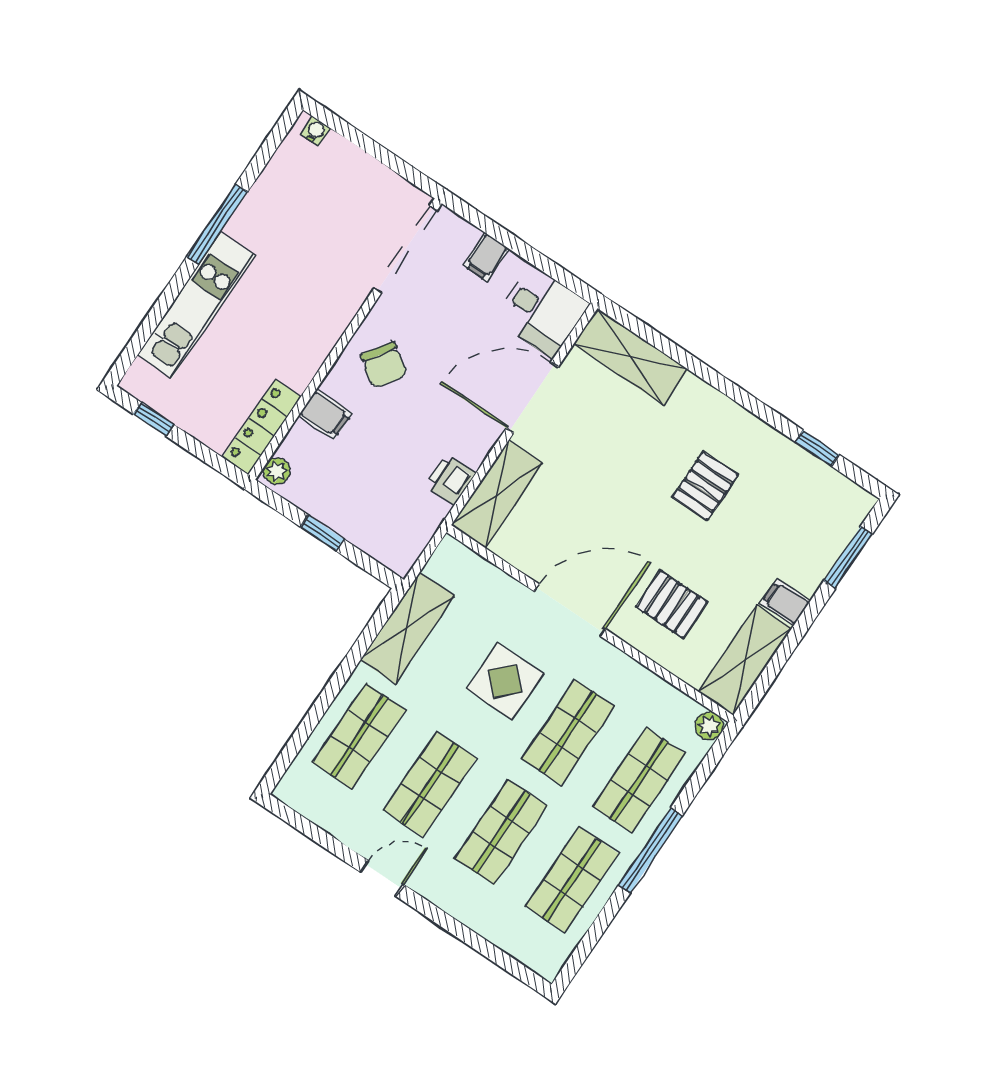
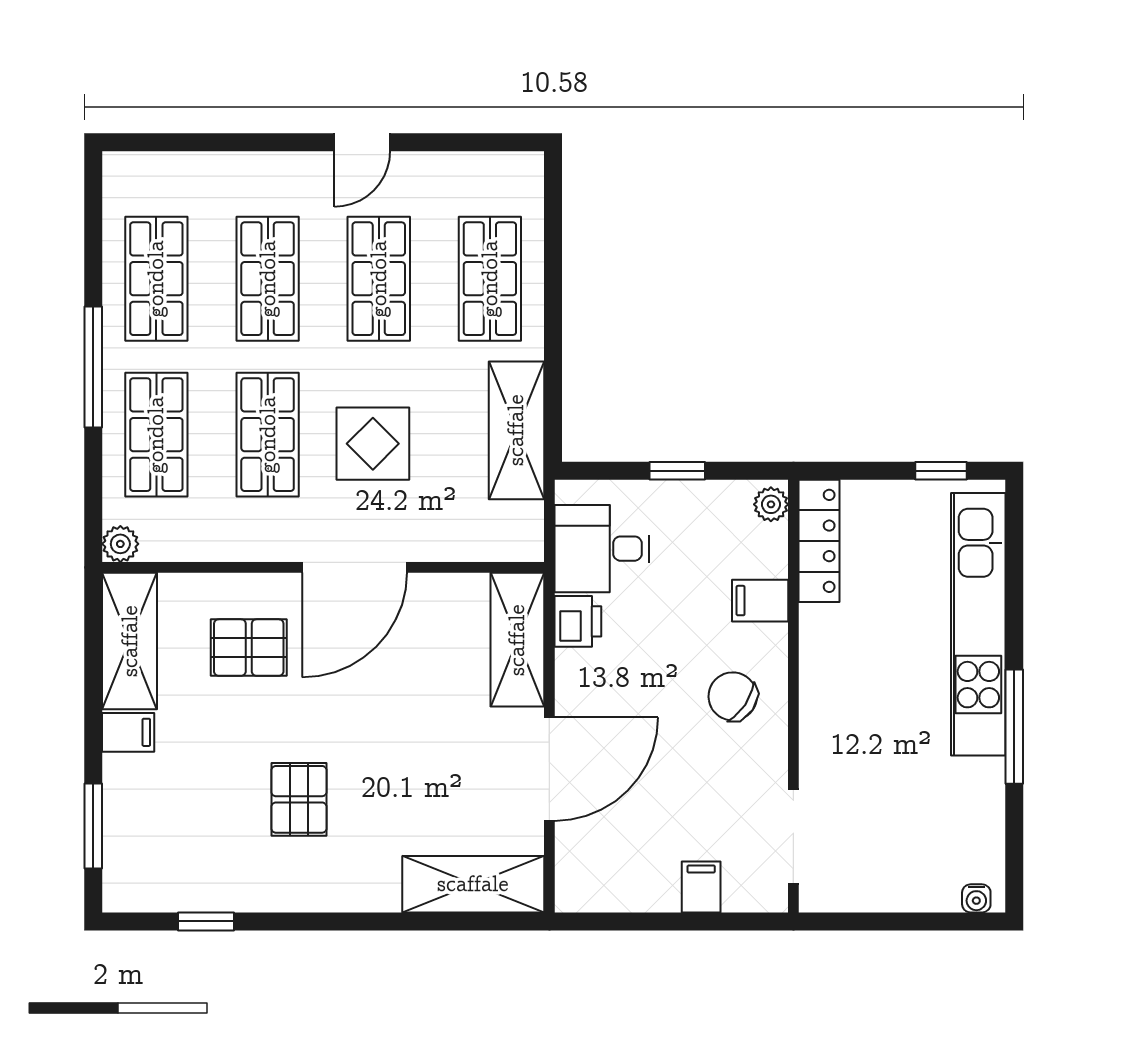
doorway: (406, 249) -> (793, 837), width x0.73
kitchen unit: (196, 305) -> (978, 624), width x1.36
desk: (542, 311) -> (602, 549), moved

